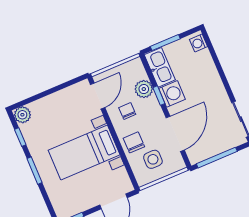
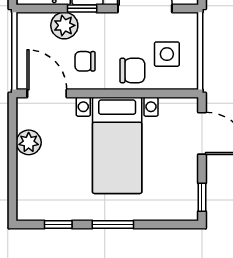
plant: (22, 115) -> (29, 142), moved
chair: (134, 142) -> (132, 70), turned 180

